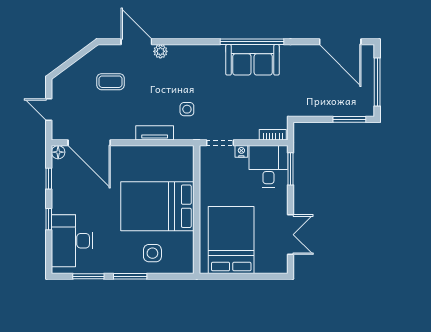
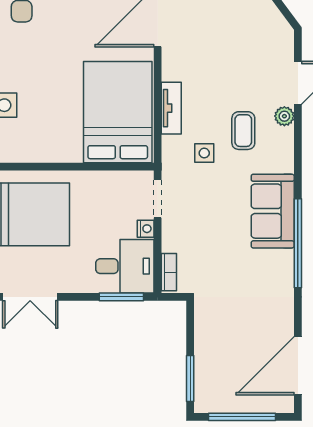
sofa: (253, 60) -> (273, 211), moved
coffee table: (111, 82) -> (243, 131), moved
bed: (157, 206) -> (118, 112), moved

